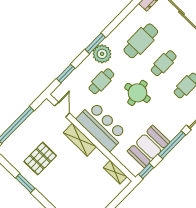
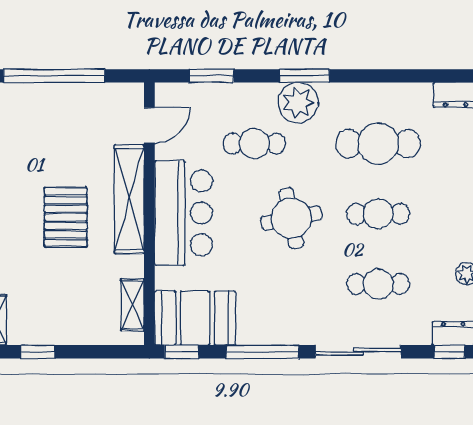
shelving: (80, 140) -> (129, 199), width x1.47
booth: (149, 147) -> (195, 318), moved
pallet: (40, 159) -> (66, 217), moved, turned 90

